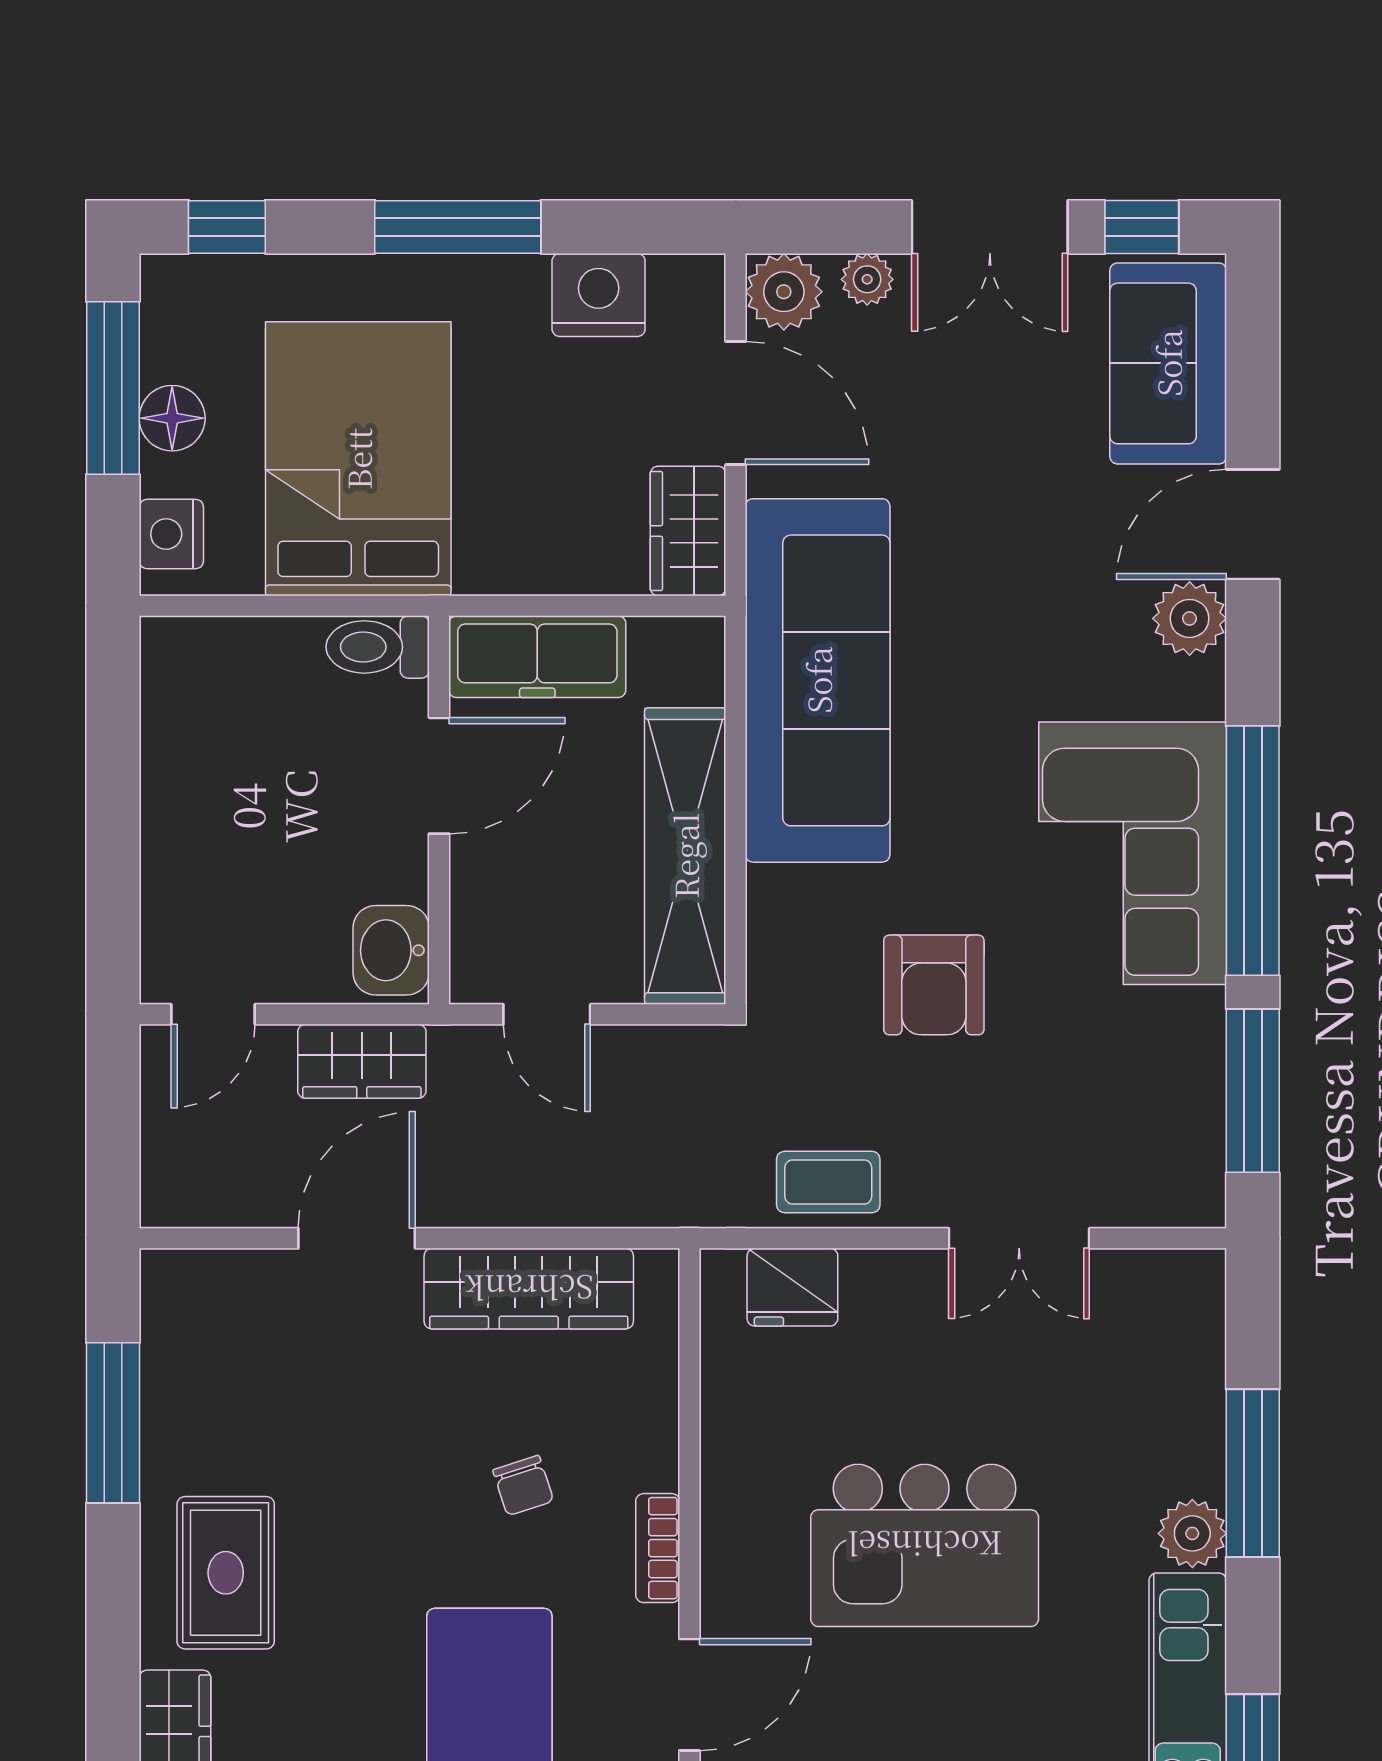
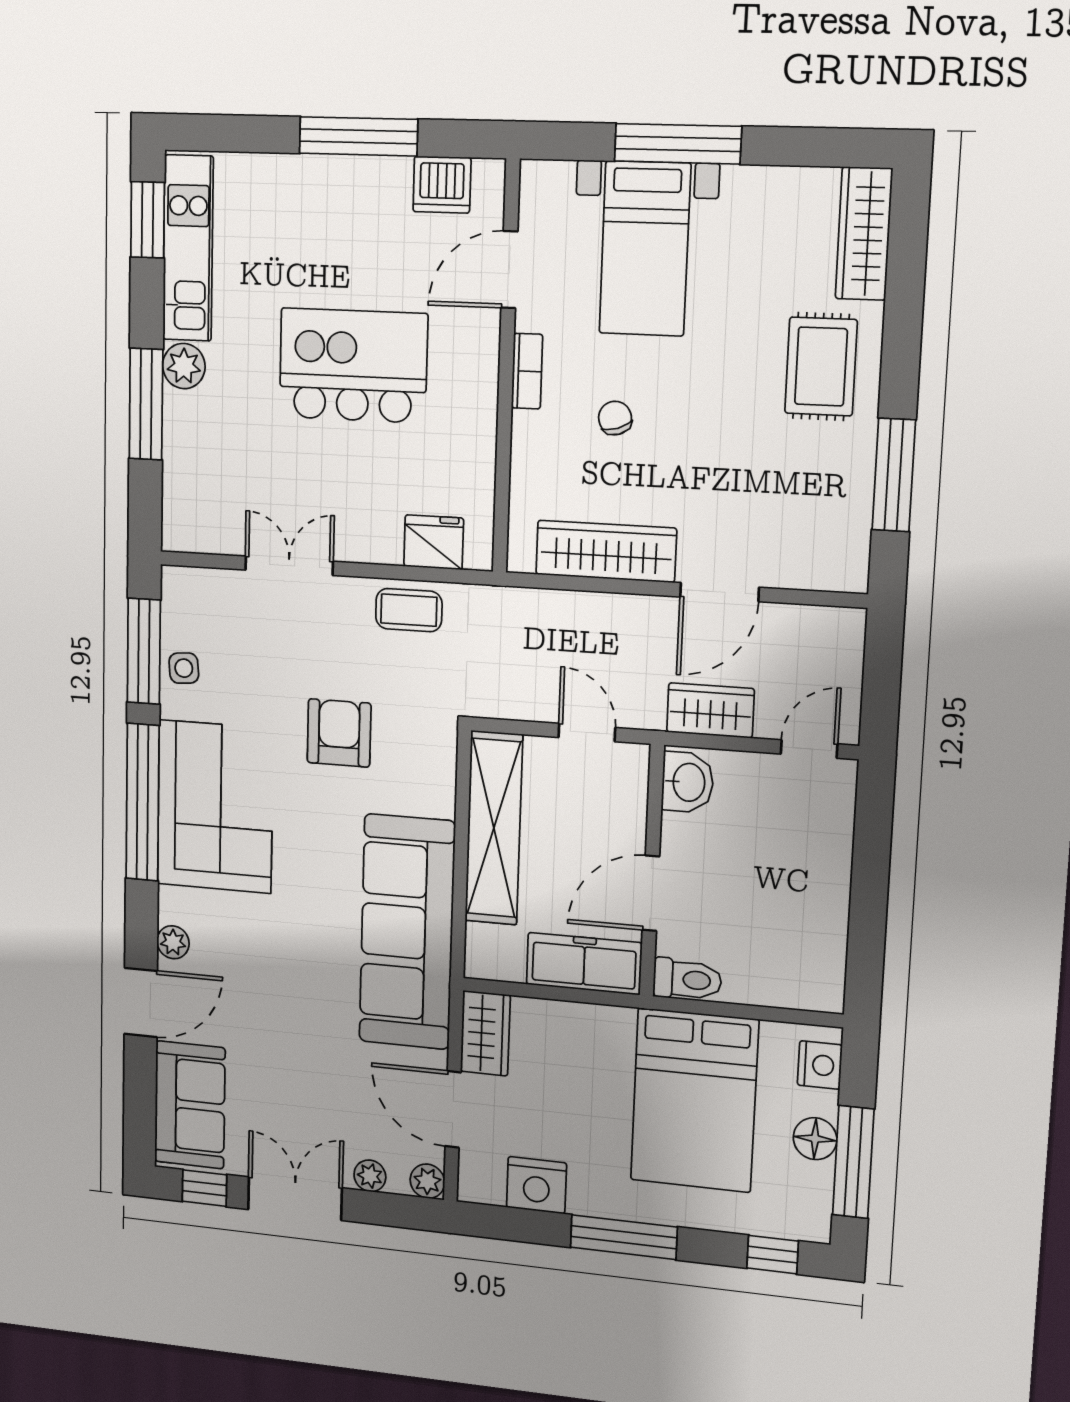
plant: (784, 292) -> (427, 1181), width x0.73, depth x0.73
plant: (1190, 618) -> (173, 942), width x0.73, depth x0.73
side table: (1187, 1069) -> (184, 668), added

